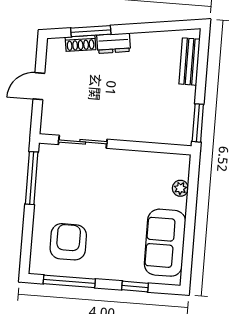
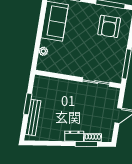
bench: (189, 62) -> (33, 118), width x1.36
window: (198, 123) -> (28, 104), moved

